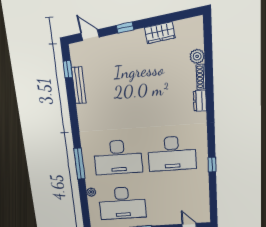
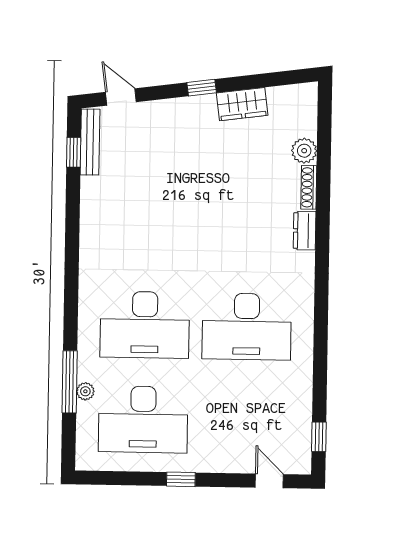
window: (125, 27) -> (202, 88), moved
bench: (79, 85) -> (90, 142), moved
window: (79, 164) -> (70, 382), moved
window: (212, 165) -> (319, 437), moved

